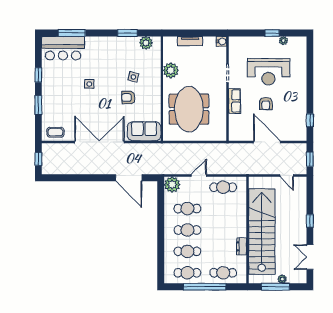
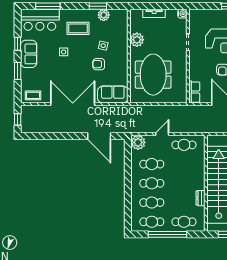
plant: (146, 43) -> (104, 15), moved
coffee table: (105, 58) -> (78, 28), added
sofa: (51, 86) -> (29, 54), added
row of seats: (235, 101) -> (194, 92), moved

